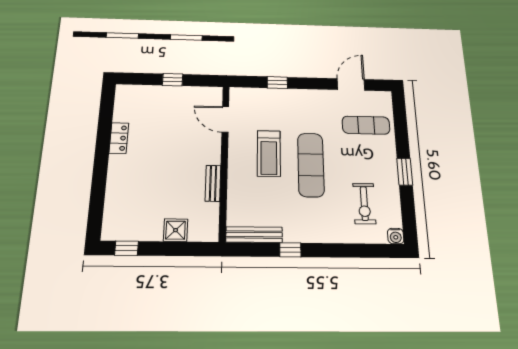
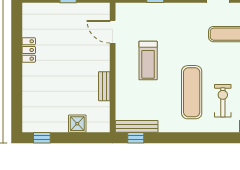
exercise mat: (311, 165) -> (192, 92), moved
exercise bike: (364, 203) -> (223, 101), turned 180
window: (290, 250) -> (136, 138), moved

